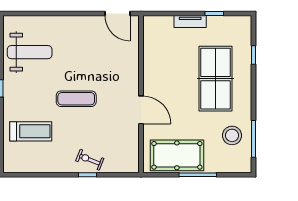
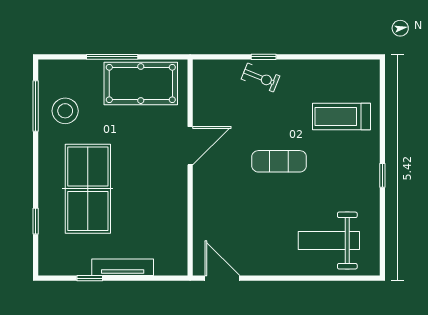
tv unit: (190, 21) -> (123, 267), width x1.41
weight bench: (30, 52) -> (329, 241), moved
door: (141, 110) -> (190, 146), swing flipped

